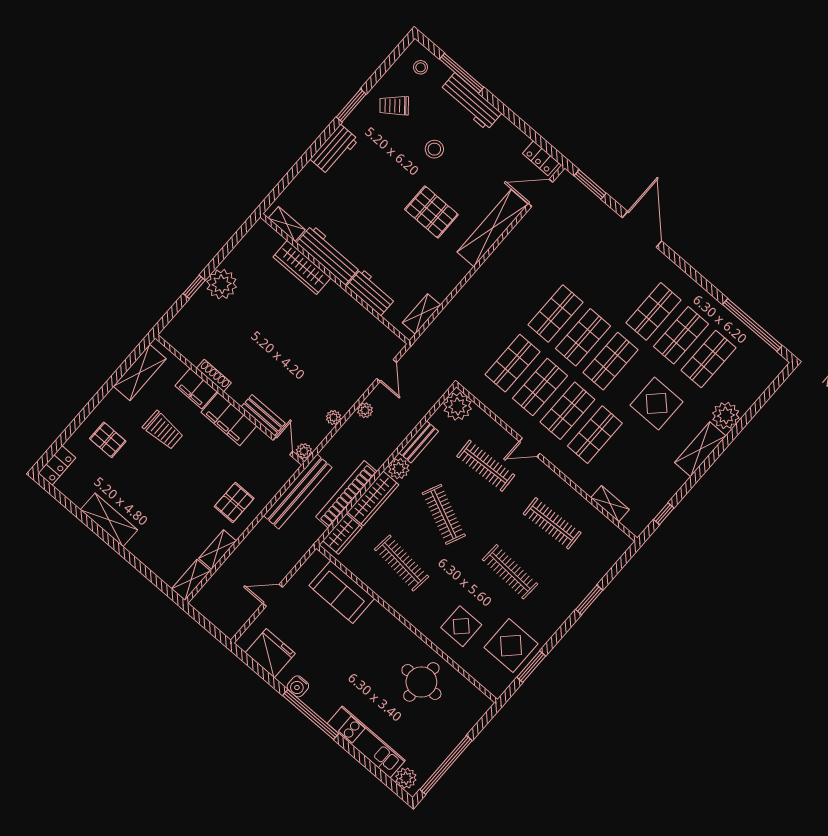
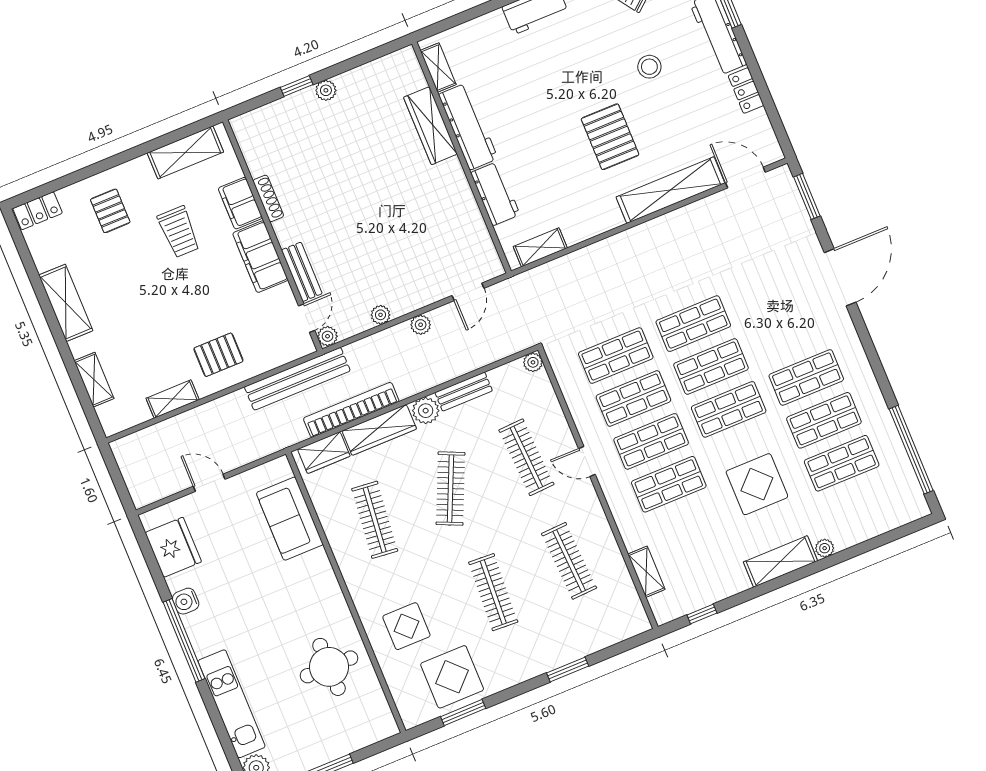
locker: (541, 158) -> (746, 91), moved
plant: (222, 284) -> (326, 90), width x0.53, depth x0.53
plant: (458, 406) -> (533, 362), width x0.53, depth x0.53
plant: (726, 415) -> (825, 548), width x0.53, depth x0.53
shelving: (191, 580) -> (94, 380), moved, turned 90

